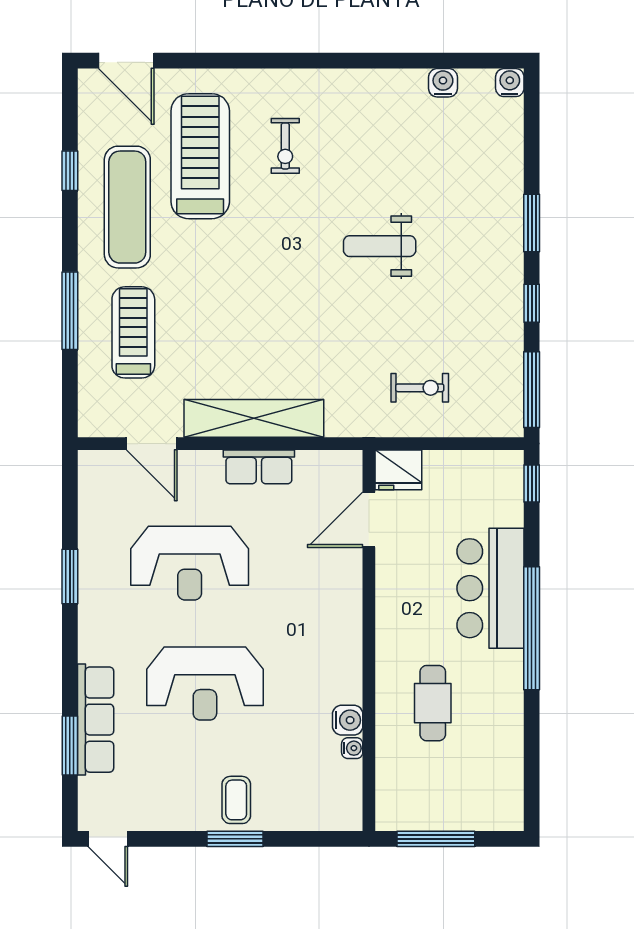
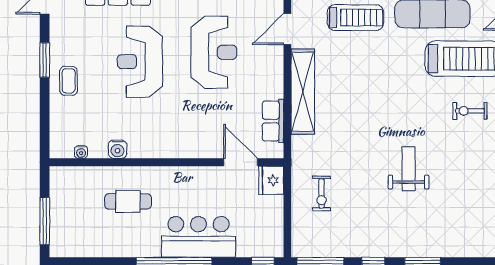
row of seats: (259, 467) -> (273, 121), moved
reception desk: (190, 563) -> (214, 52), turned 180
water cooler: (352, 748) -> (81, 152), moved
coffee table: (236, 800) -> (69, 81), turned 90
window: (235, 839) -> (45, 60), moved
window: (436, 839) -> (45, 221), moved

